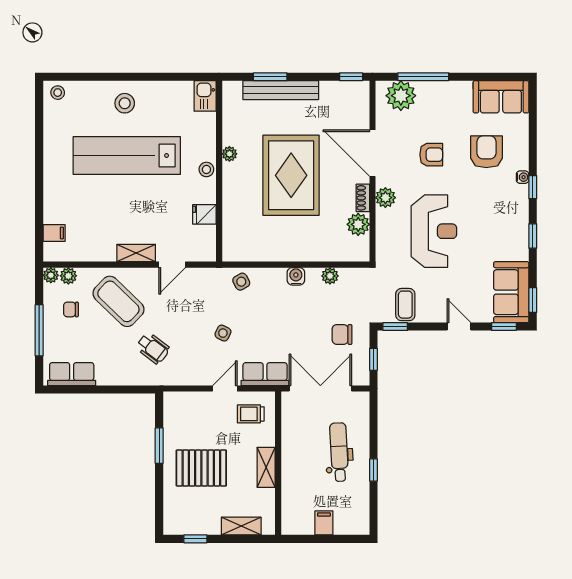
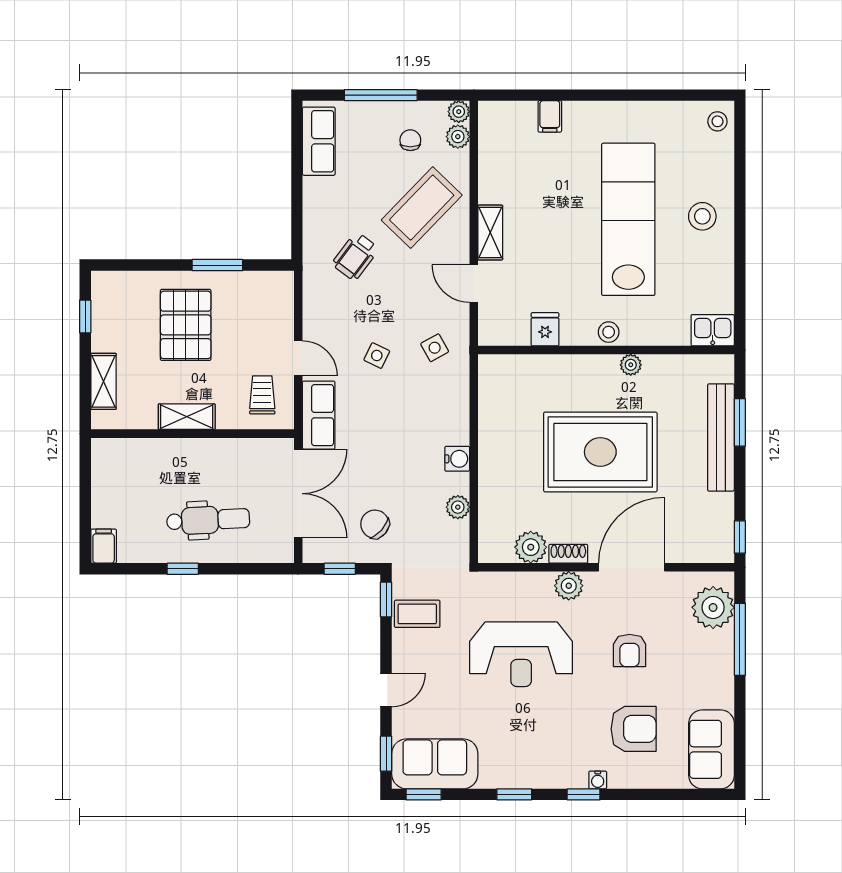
filing cabinet: (54, 233) -> (550, 116), moved
side table: (241, 282) -> (435, 348), moved
chair: (342, 334) -> (375, 524), turned -49
filing cabinet: (324, 523) -> (104, 546), moved, turned -90

